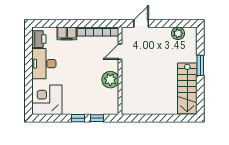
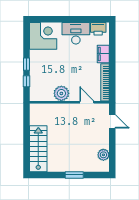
stairs: (187, 88) -> (38, 149), moved, turned 90

